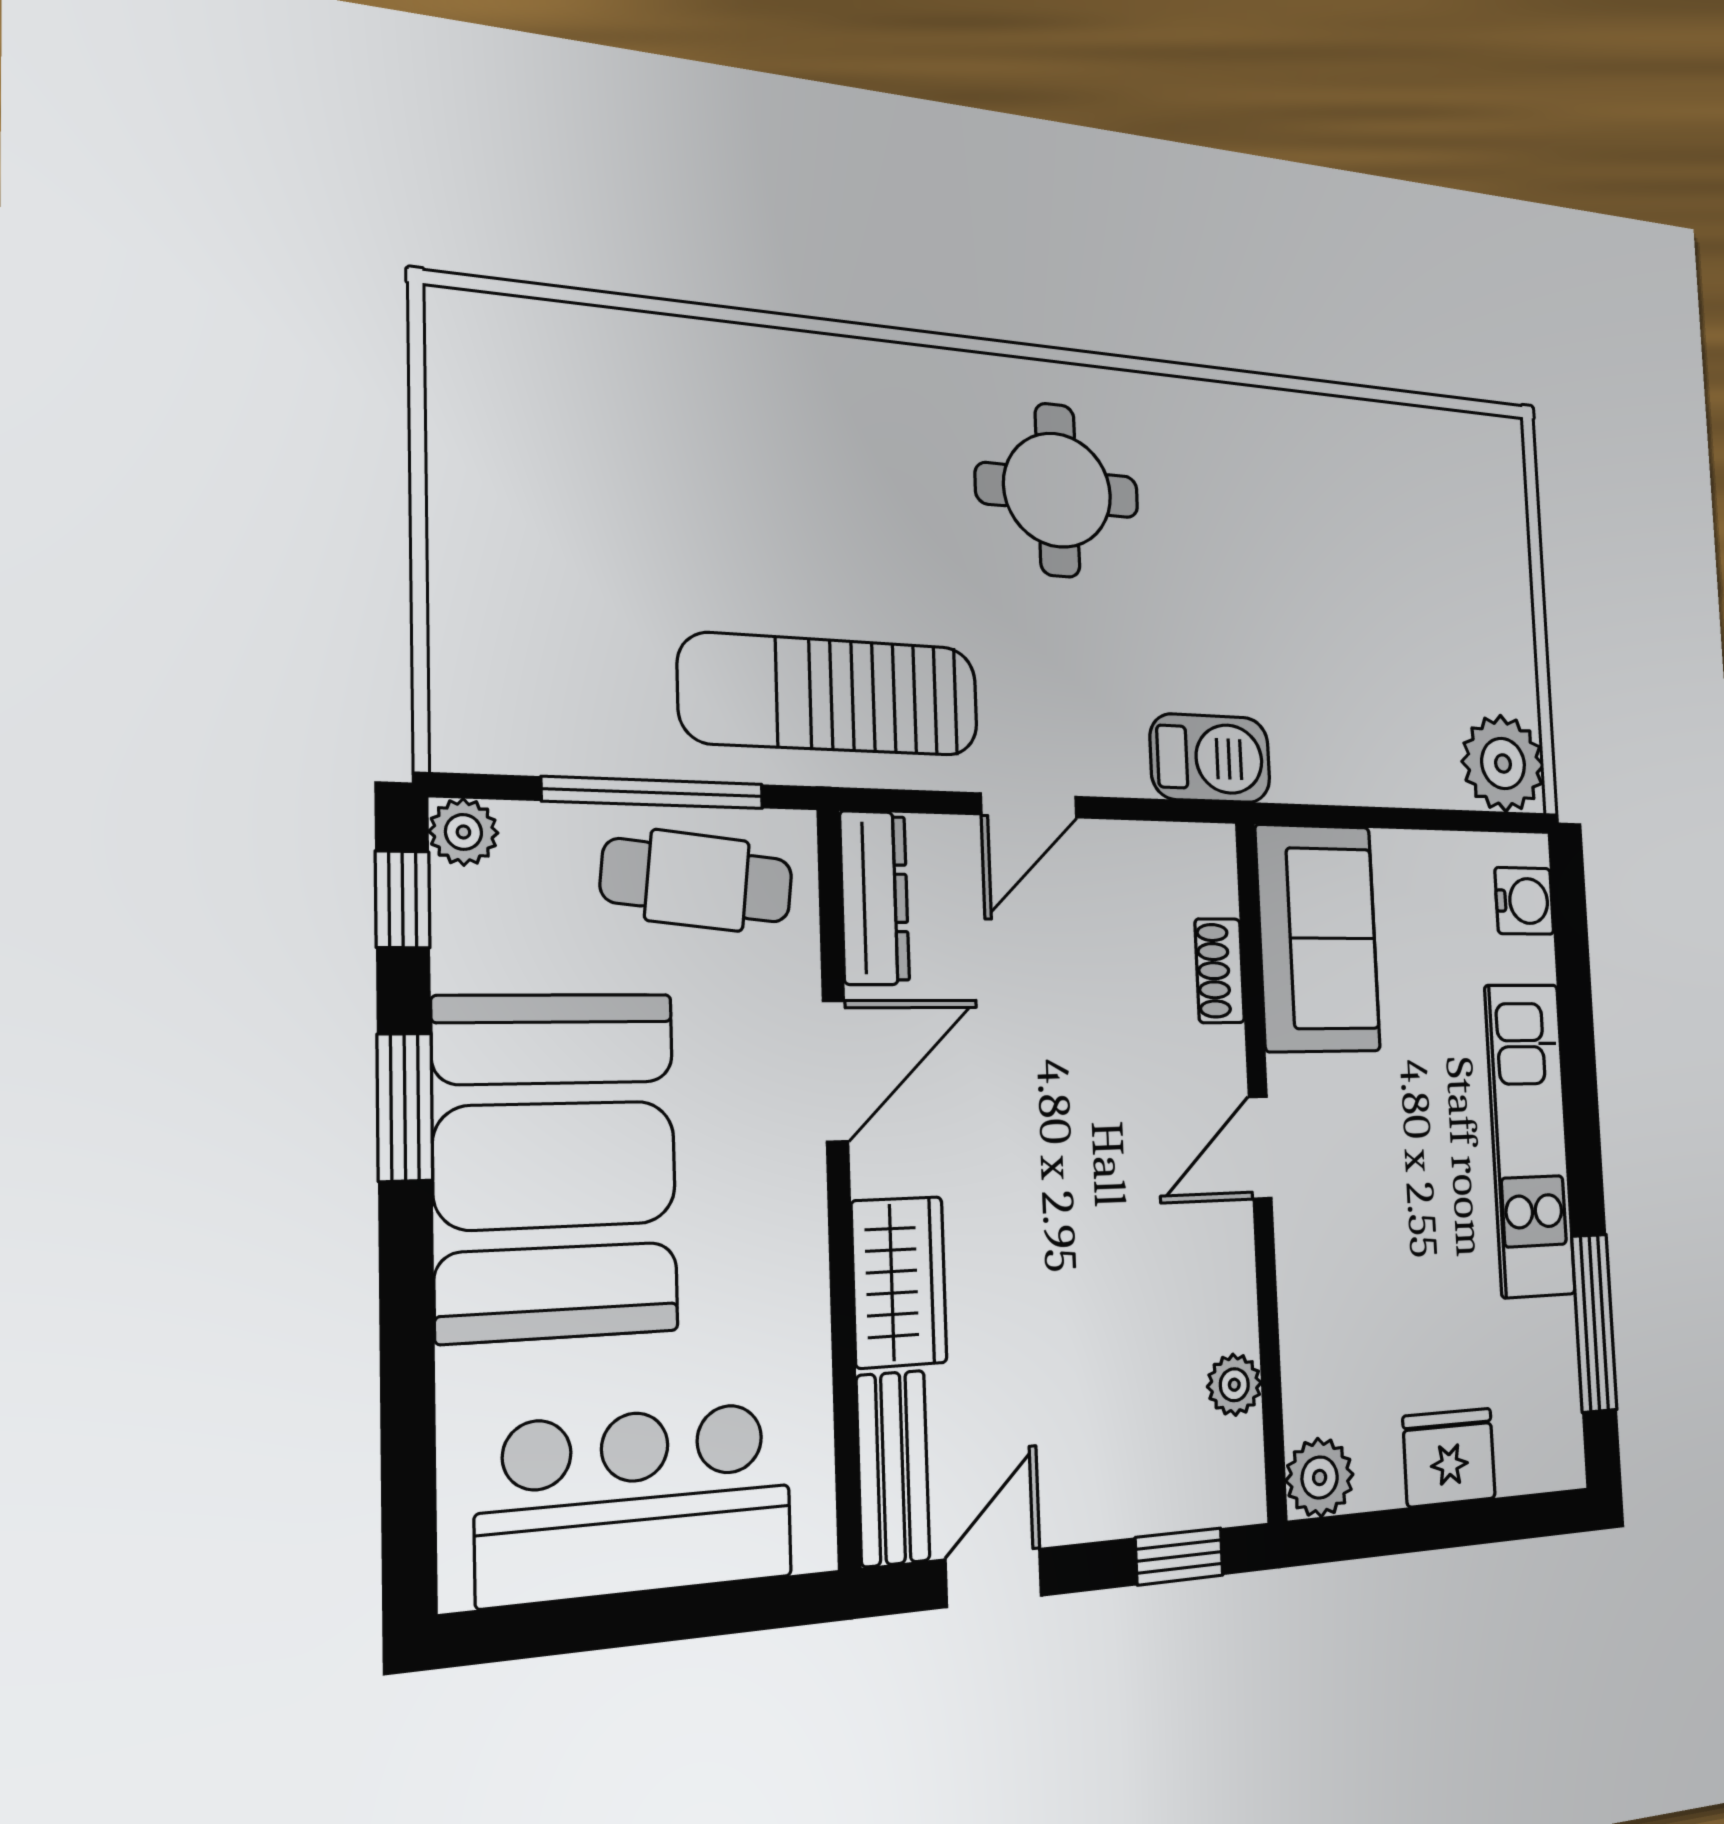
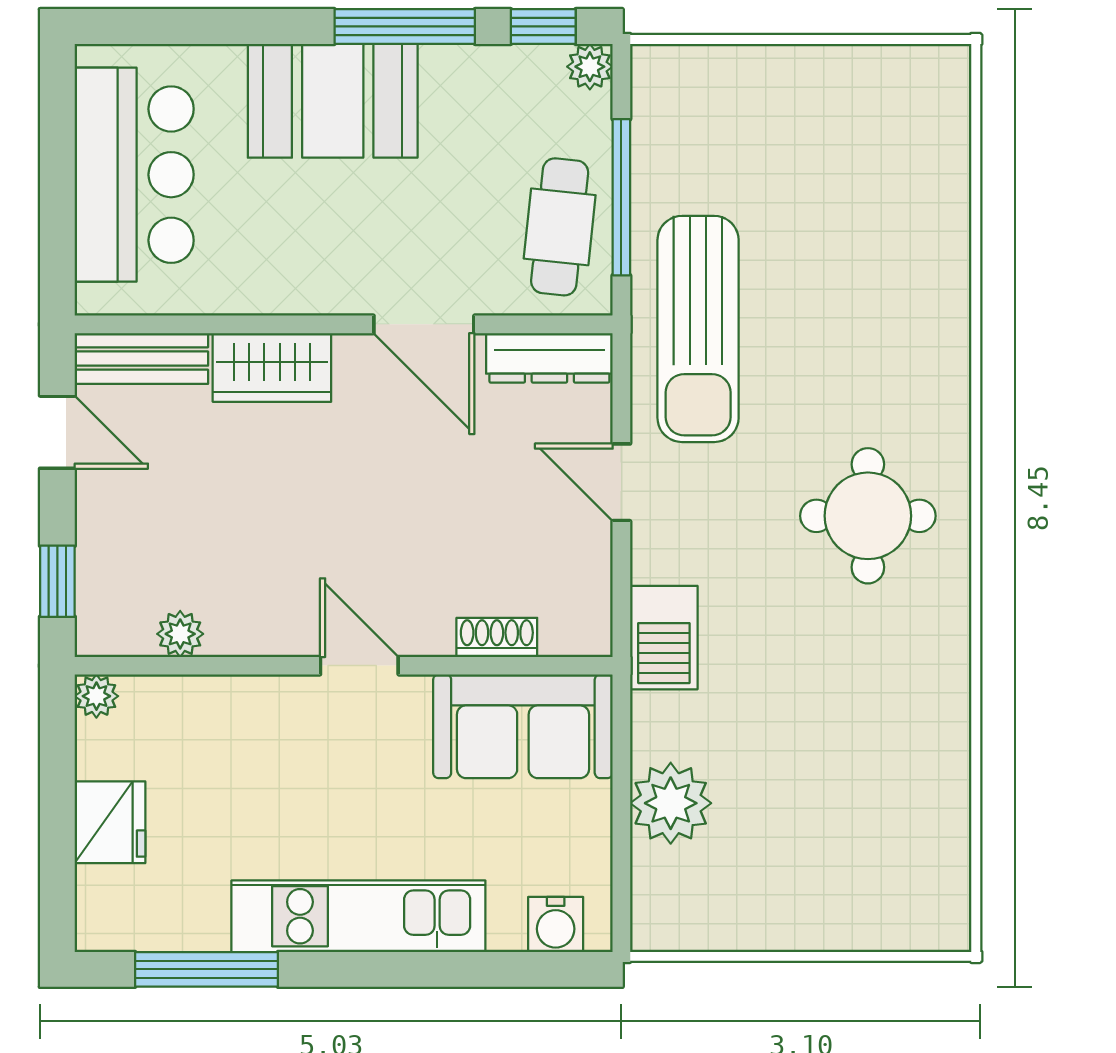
sun lounger: (831, 695) -> (698, 329), turned 180
plant: (1503, 763) -> (671, 803), moved
window: (405, 1107) -> (405, 26), width x1.44
booth: (556, 1165) -> (333, 101), width x0.73, depth x0.70
plant: (1320, 1477) -> (96, 696), width x0.73, depth x0.73

